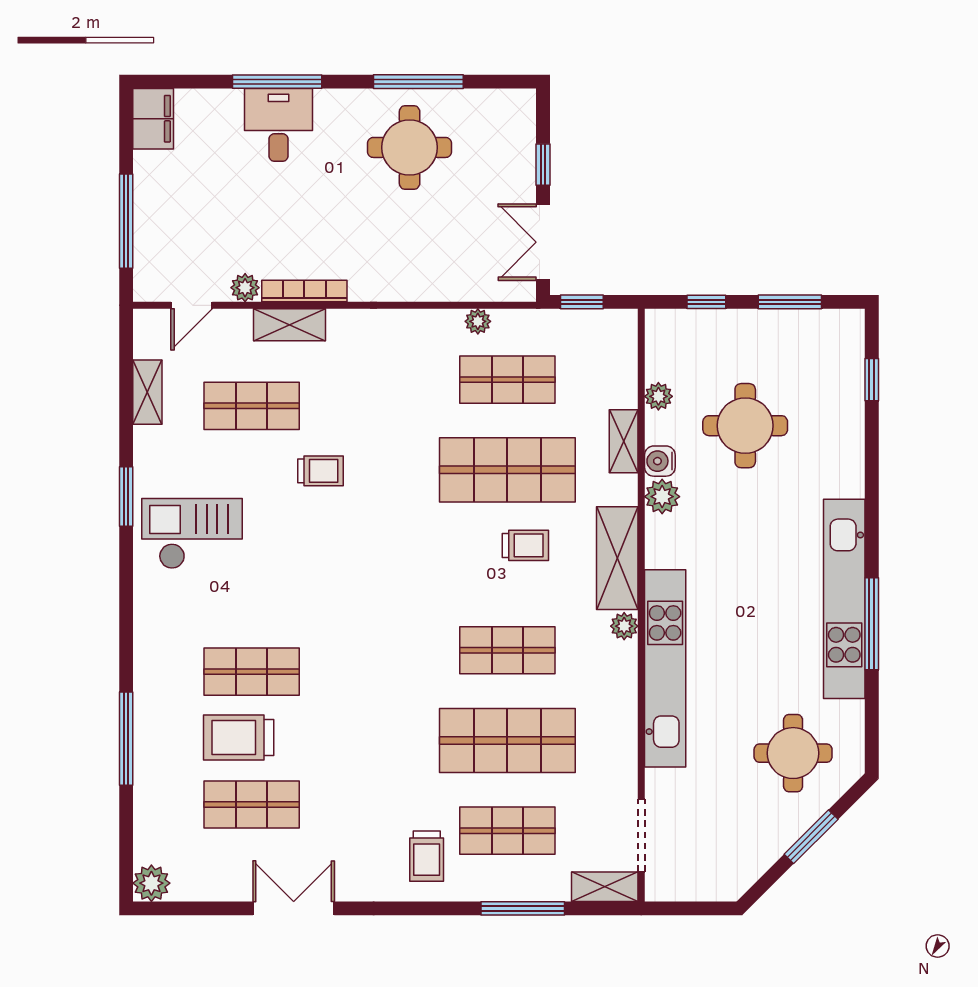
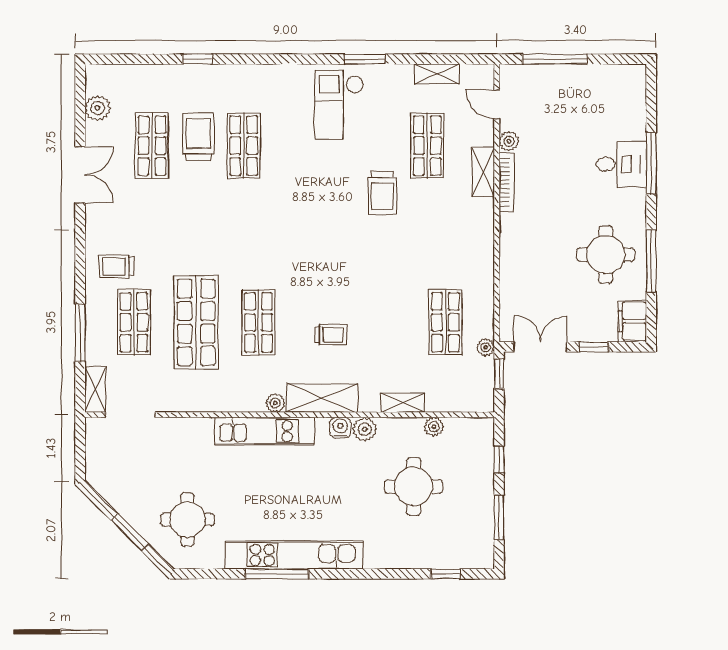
filing cabinet: (153, 119) -> (633, 321), moved, turned 90
plant: (478, 321) -> (486, 347), moved
water cooler: (660, 461) -> (340, 428), moved
shop shelf: (507, 470) -> (383, 322), removed
trolley: (320, 471) -> (382, 193), width x1.36, depth x1.39
checkout: (192, 534) -> (339, 105), turned 180
trolley: (525, 545) -> (331, 335), turned -90
kitchen unit: (665, 668) -> (264, 431), width x0.73
window: (126, 739) -> (197, 59), width x0.46
plant: (151, 883) -> (98, 108), moved

